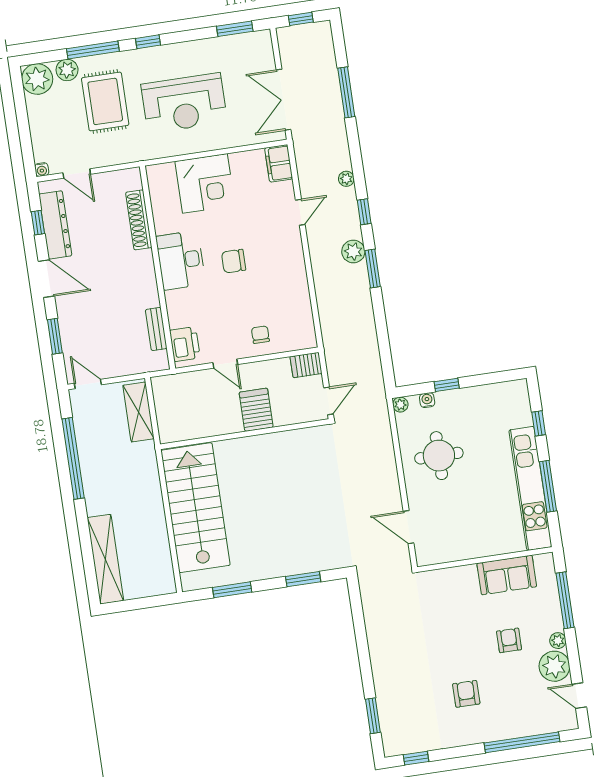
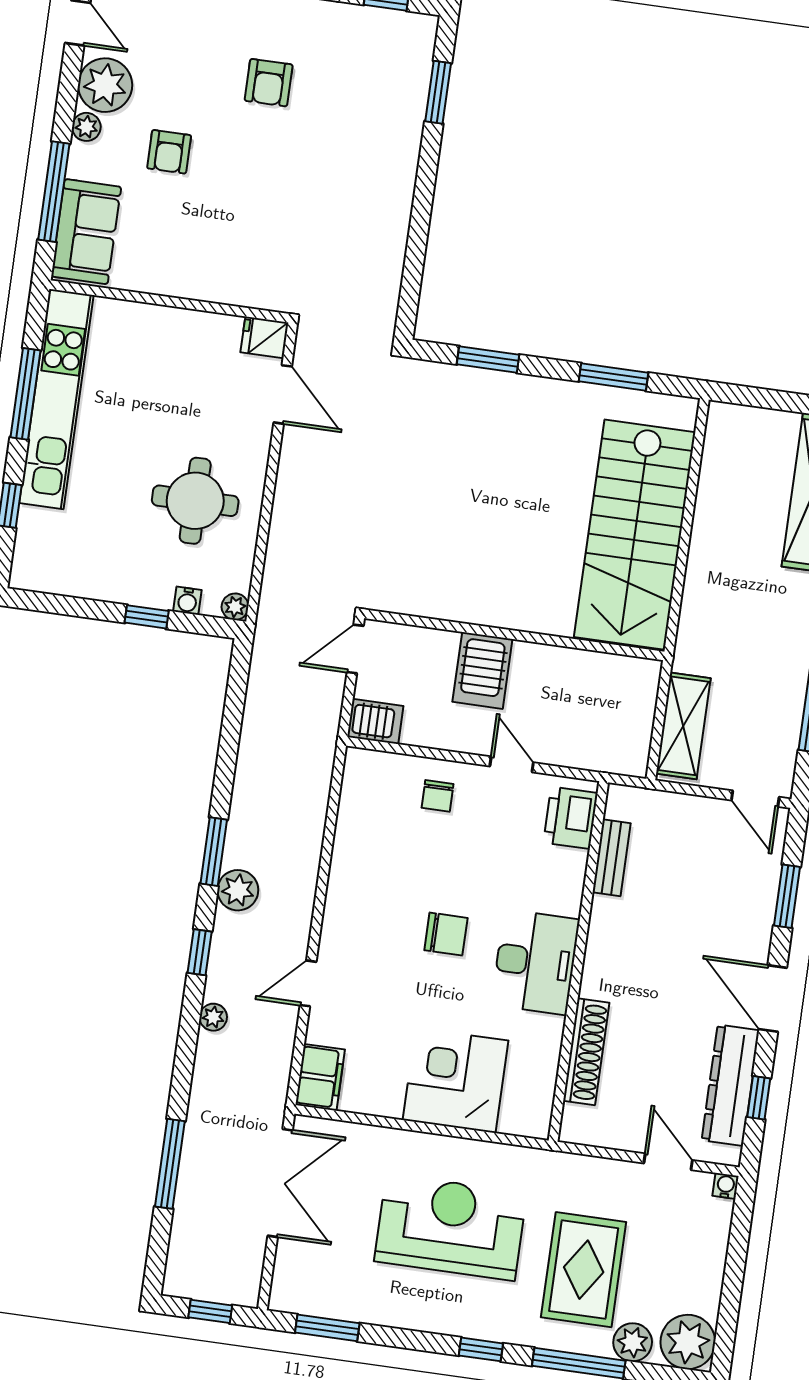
fridge: (428, 555) -> (264, 337), added
sofa: (507, 575) -> (86, 232), moved, turned 90

